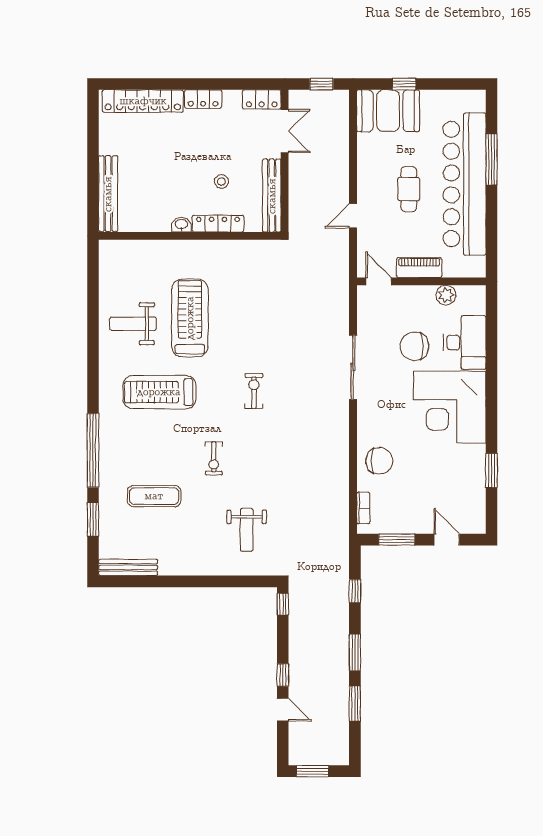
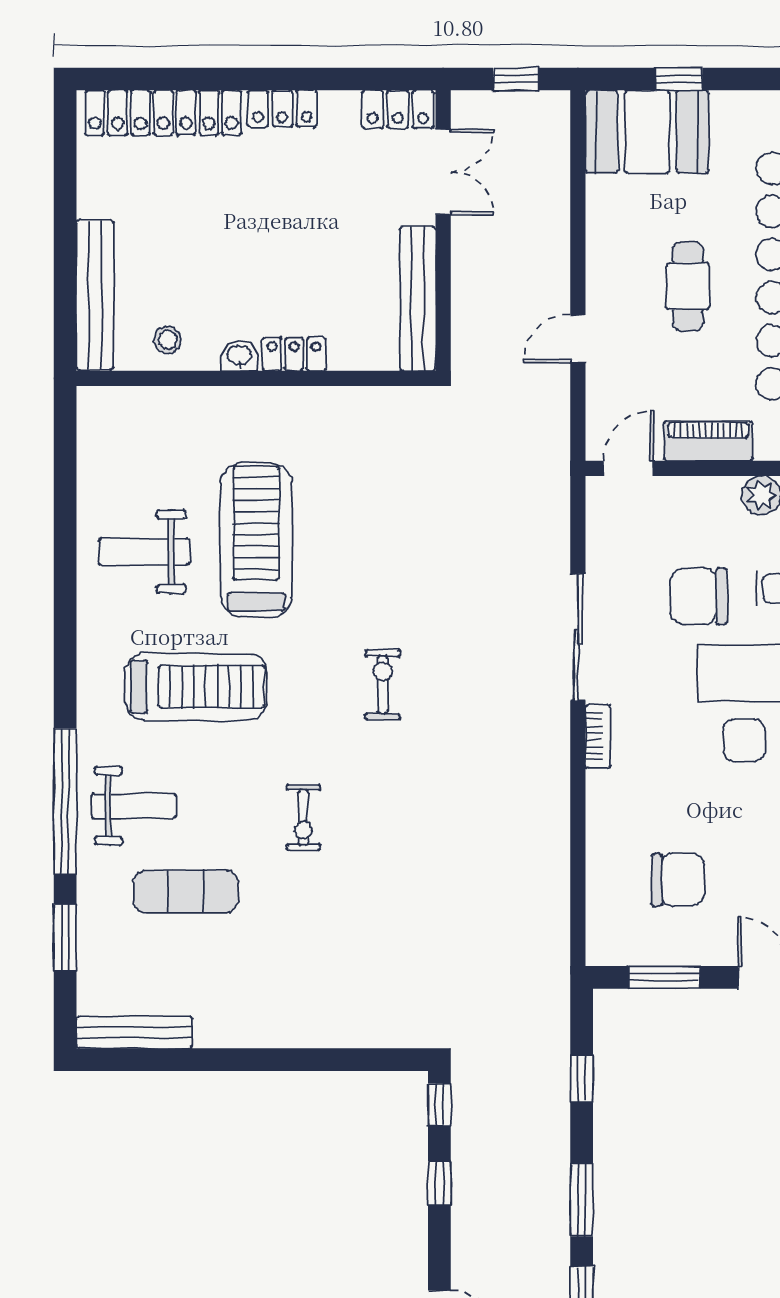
stool: (221, 181) -> (167, 340), moved
locker: (218, 224) -> (294, 354), width x0.66
door: (379, 281) -> (628, 468), hinge flipped
treadmill: (159, 392) -> (196, 687), turned 180
chair: (379, 461) -> (678, 880), moved
bookcase: (363, 508) -> (598, 736), moved
weight bench: (247, 530) -> (134, 806), moved, turned -90
window: (283, 675) -> (439, 1183), moved

